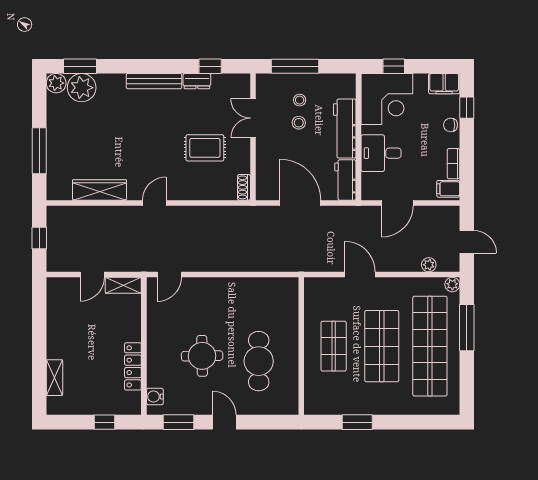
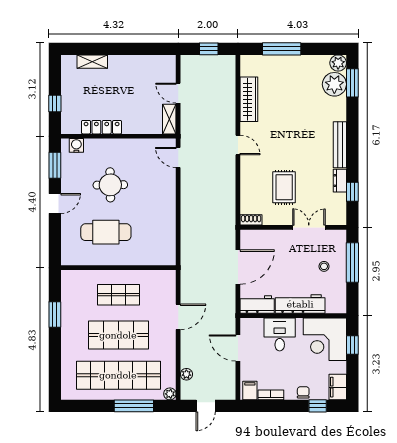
stool: (299, 123) -> (305, 266), removed

